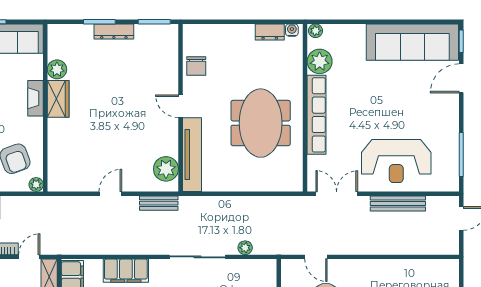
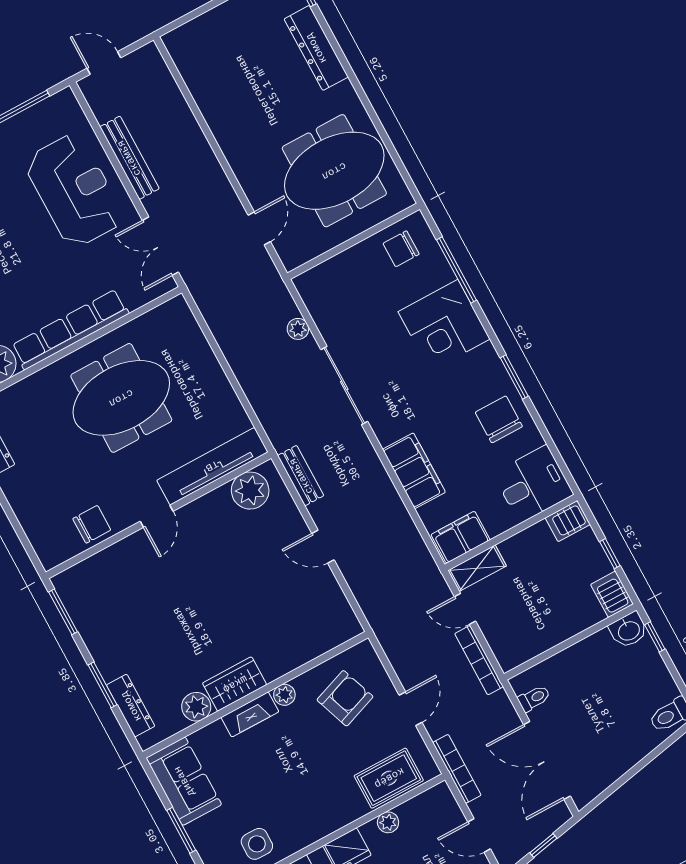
dresser: (114, 31) -> (131, 706), moved
plant: (36, 185) -> (284, 695), moved

